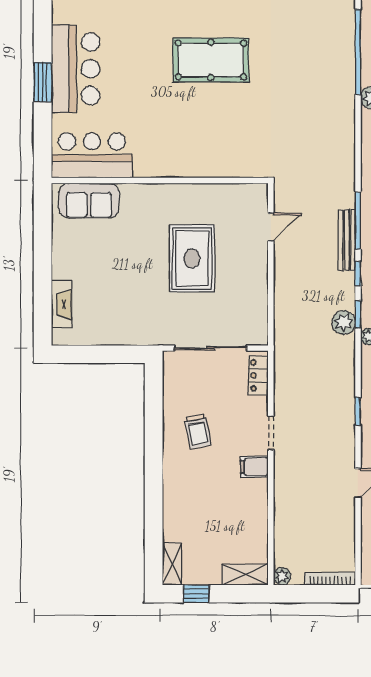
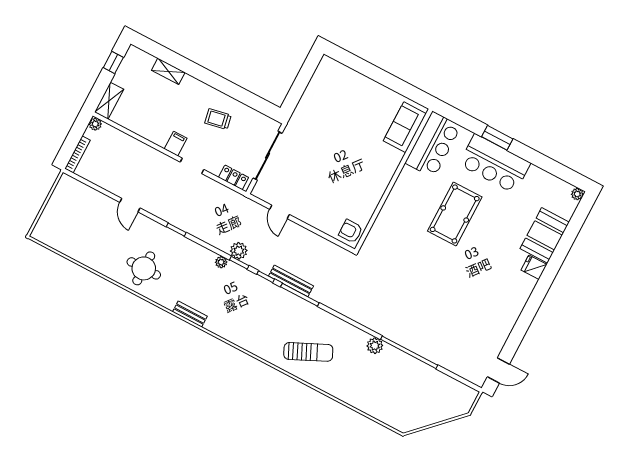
pool table: (211, 60) -> (455, 214), moved
armchair: (249, 200) -> (351, 231), added
door: (271, 227) -> (279, 212), moved
rug: (192, 258) -> (332, 174), removed
fireplace: (61, 304) -> (347, 74), removed
shelving: (172, 564) -> (168, 71), moved

